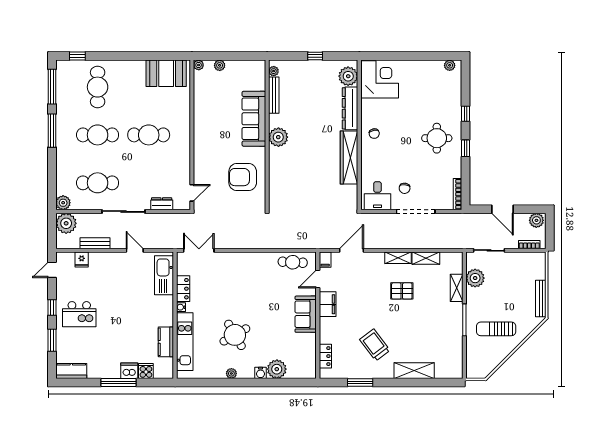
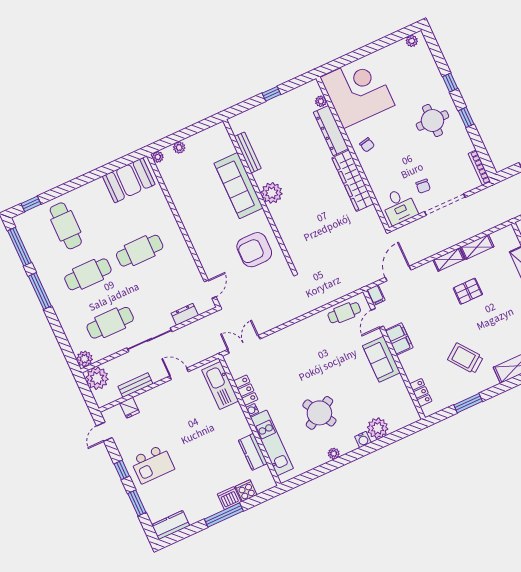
plant: (274, 71) -> (236, 128), removed
plant: (348, 76) -> (321, 101), width x0.53, depth x0.53
corner desk: (380, 79) -> (357, 91), width x1.36, depth x1.36

